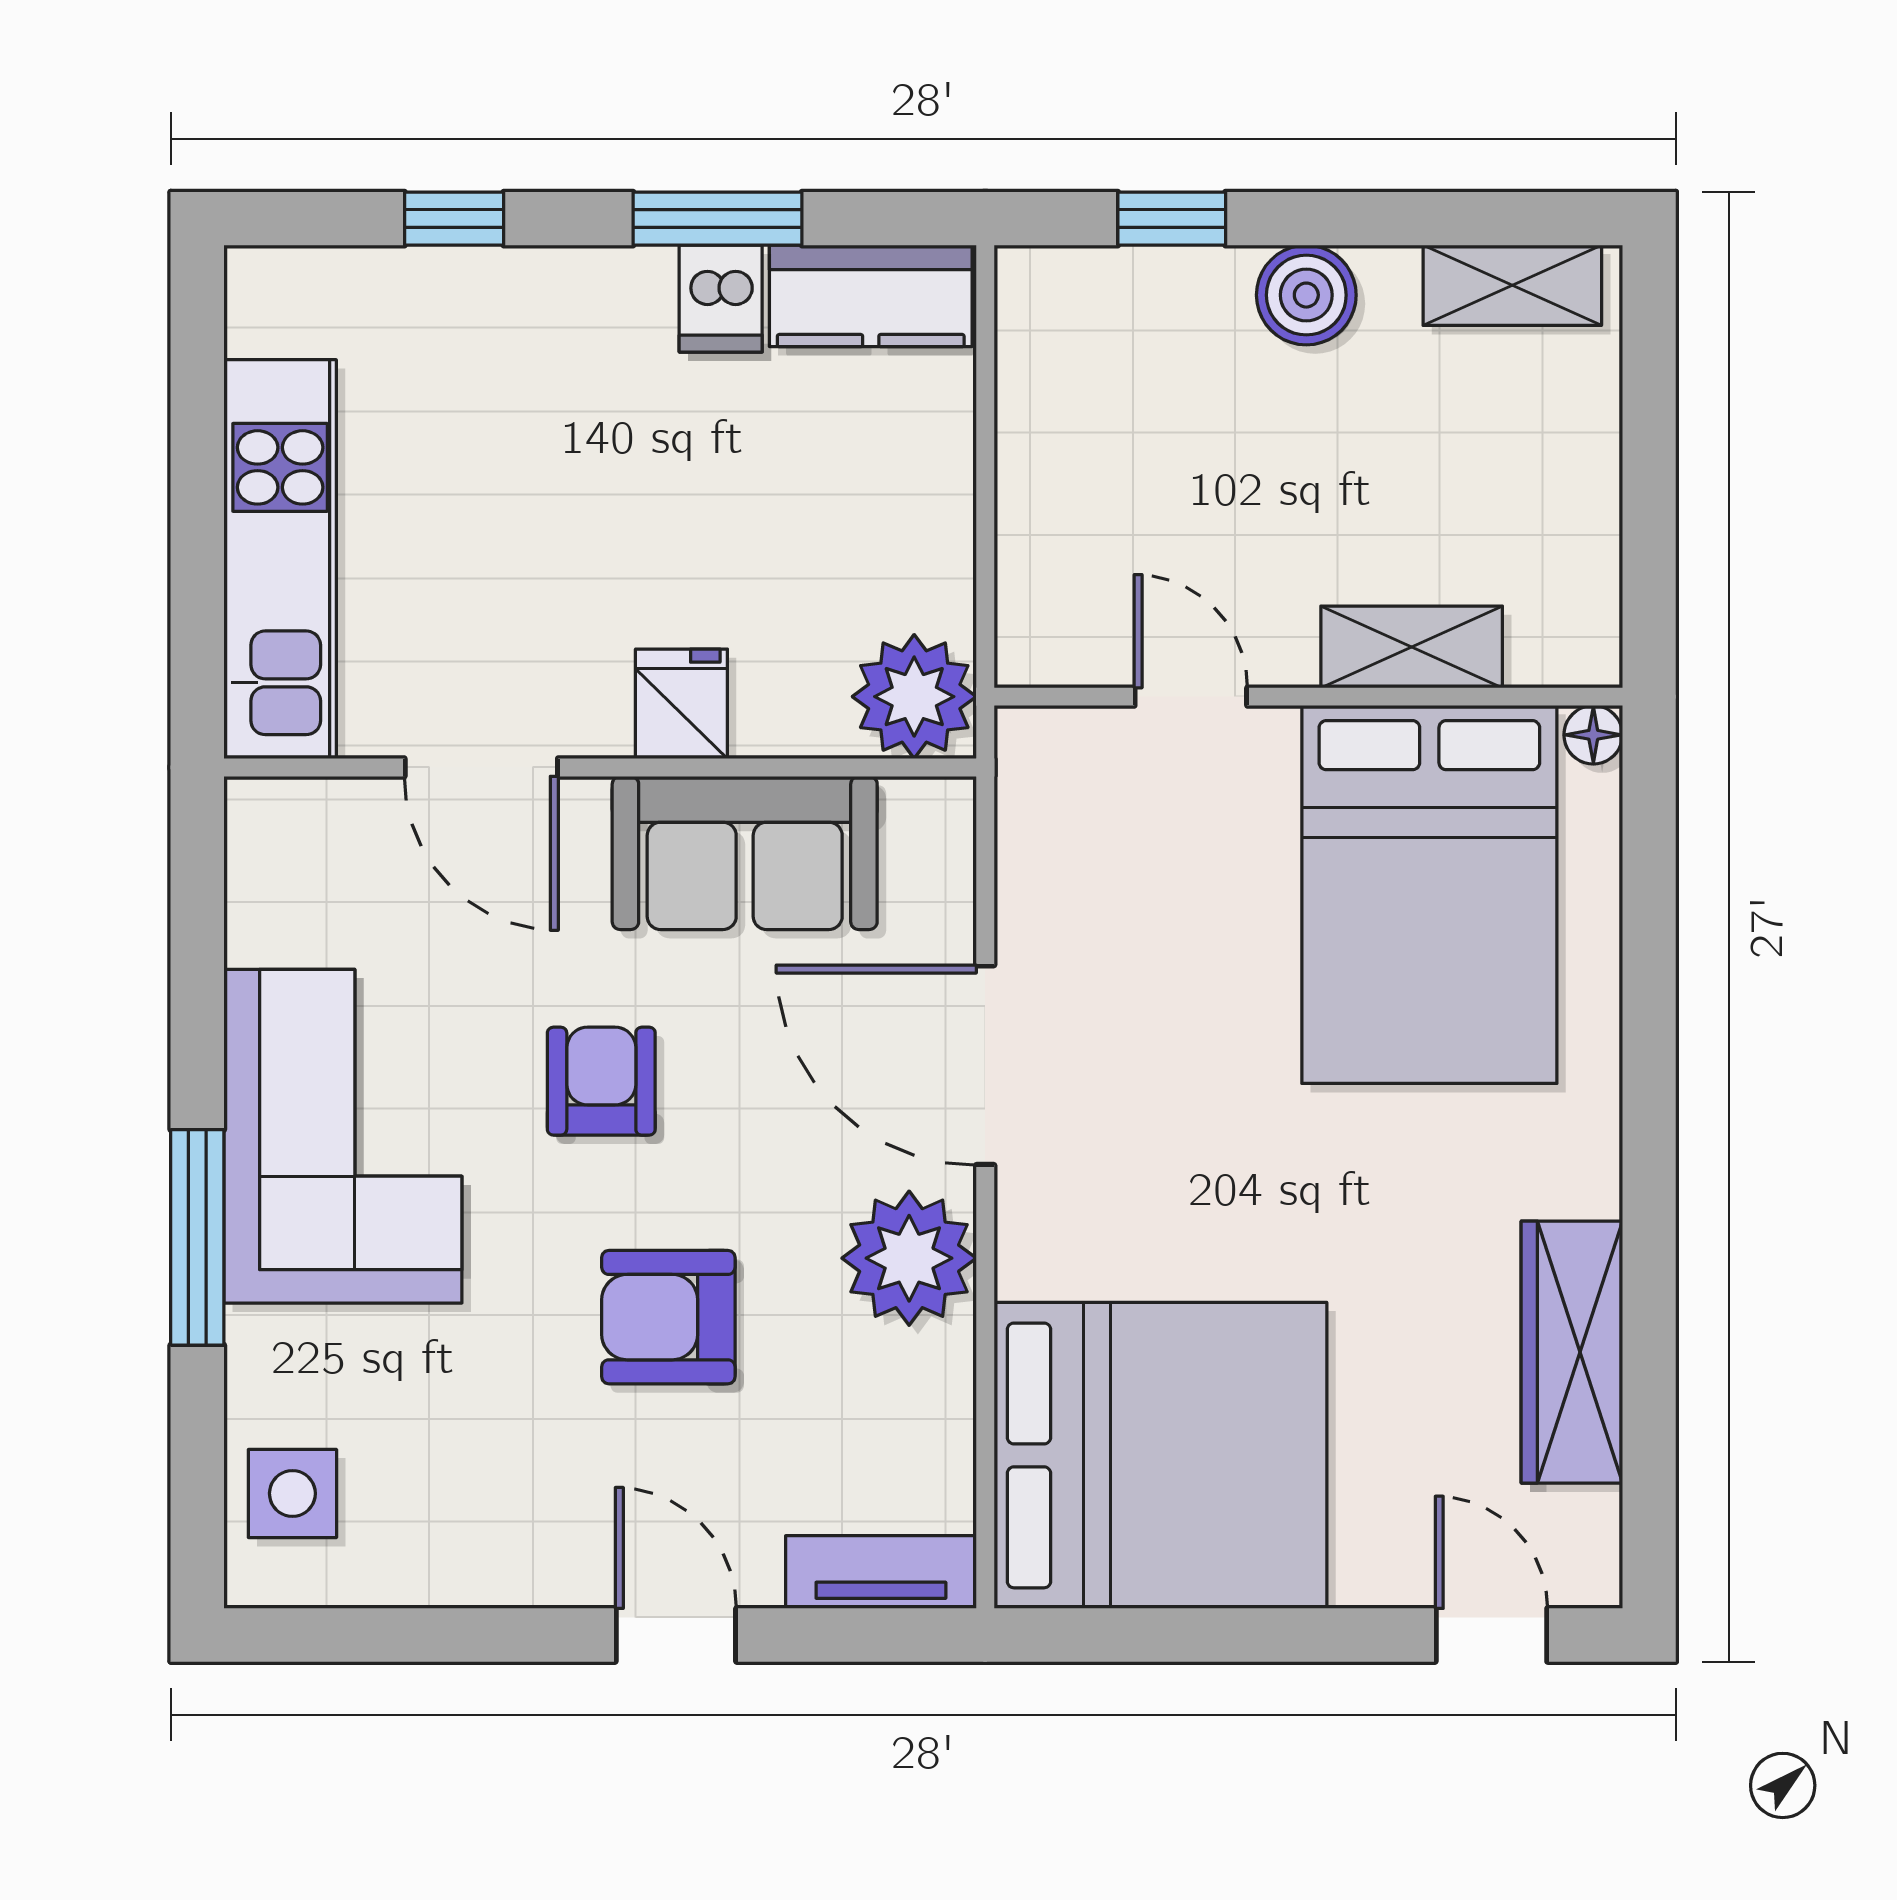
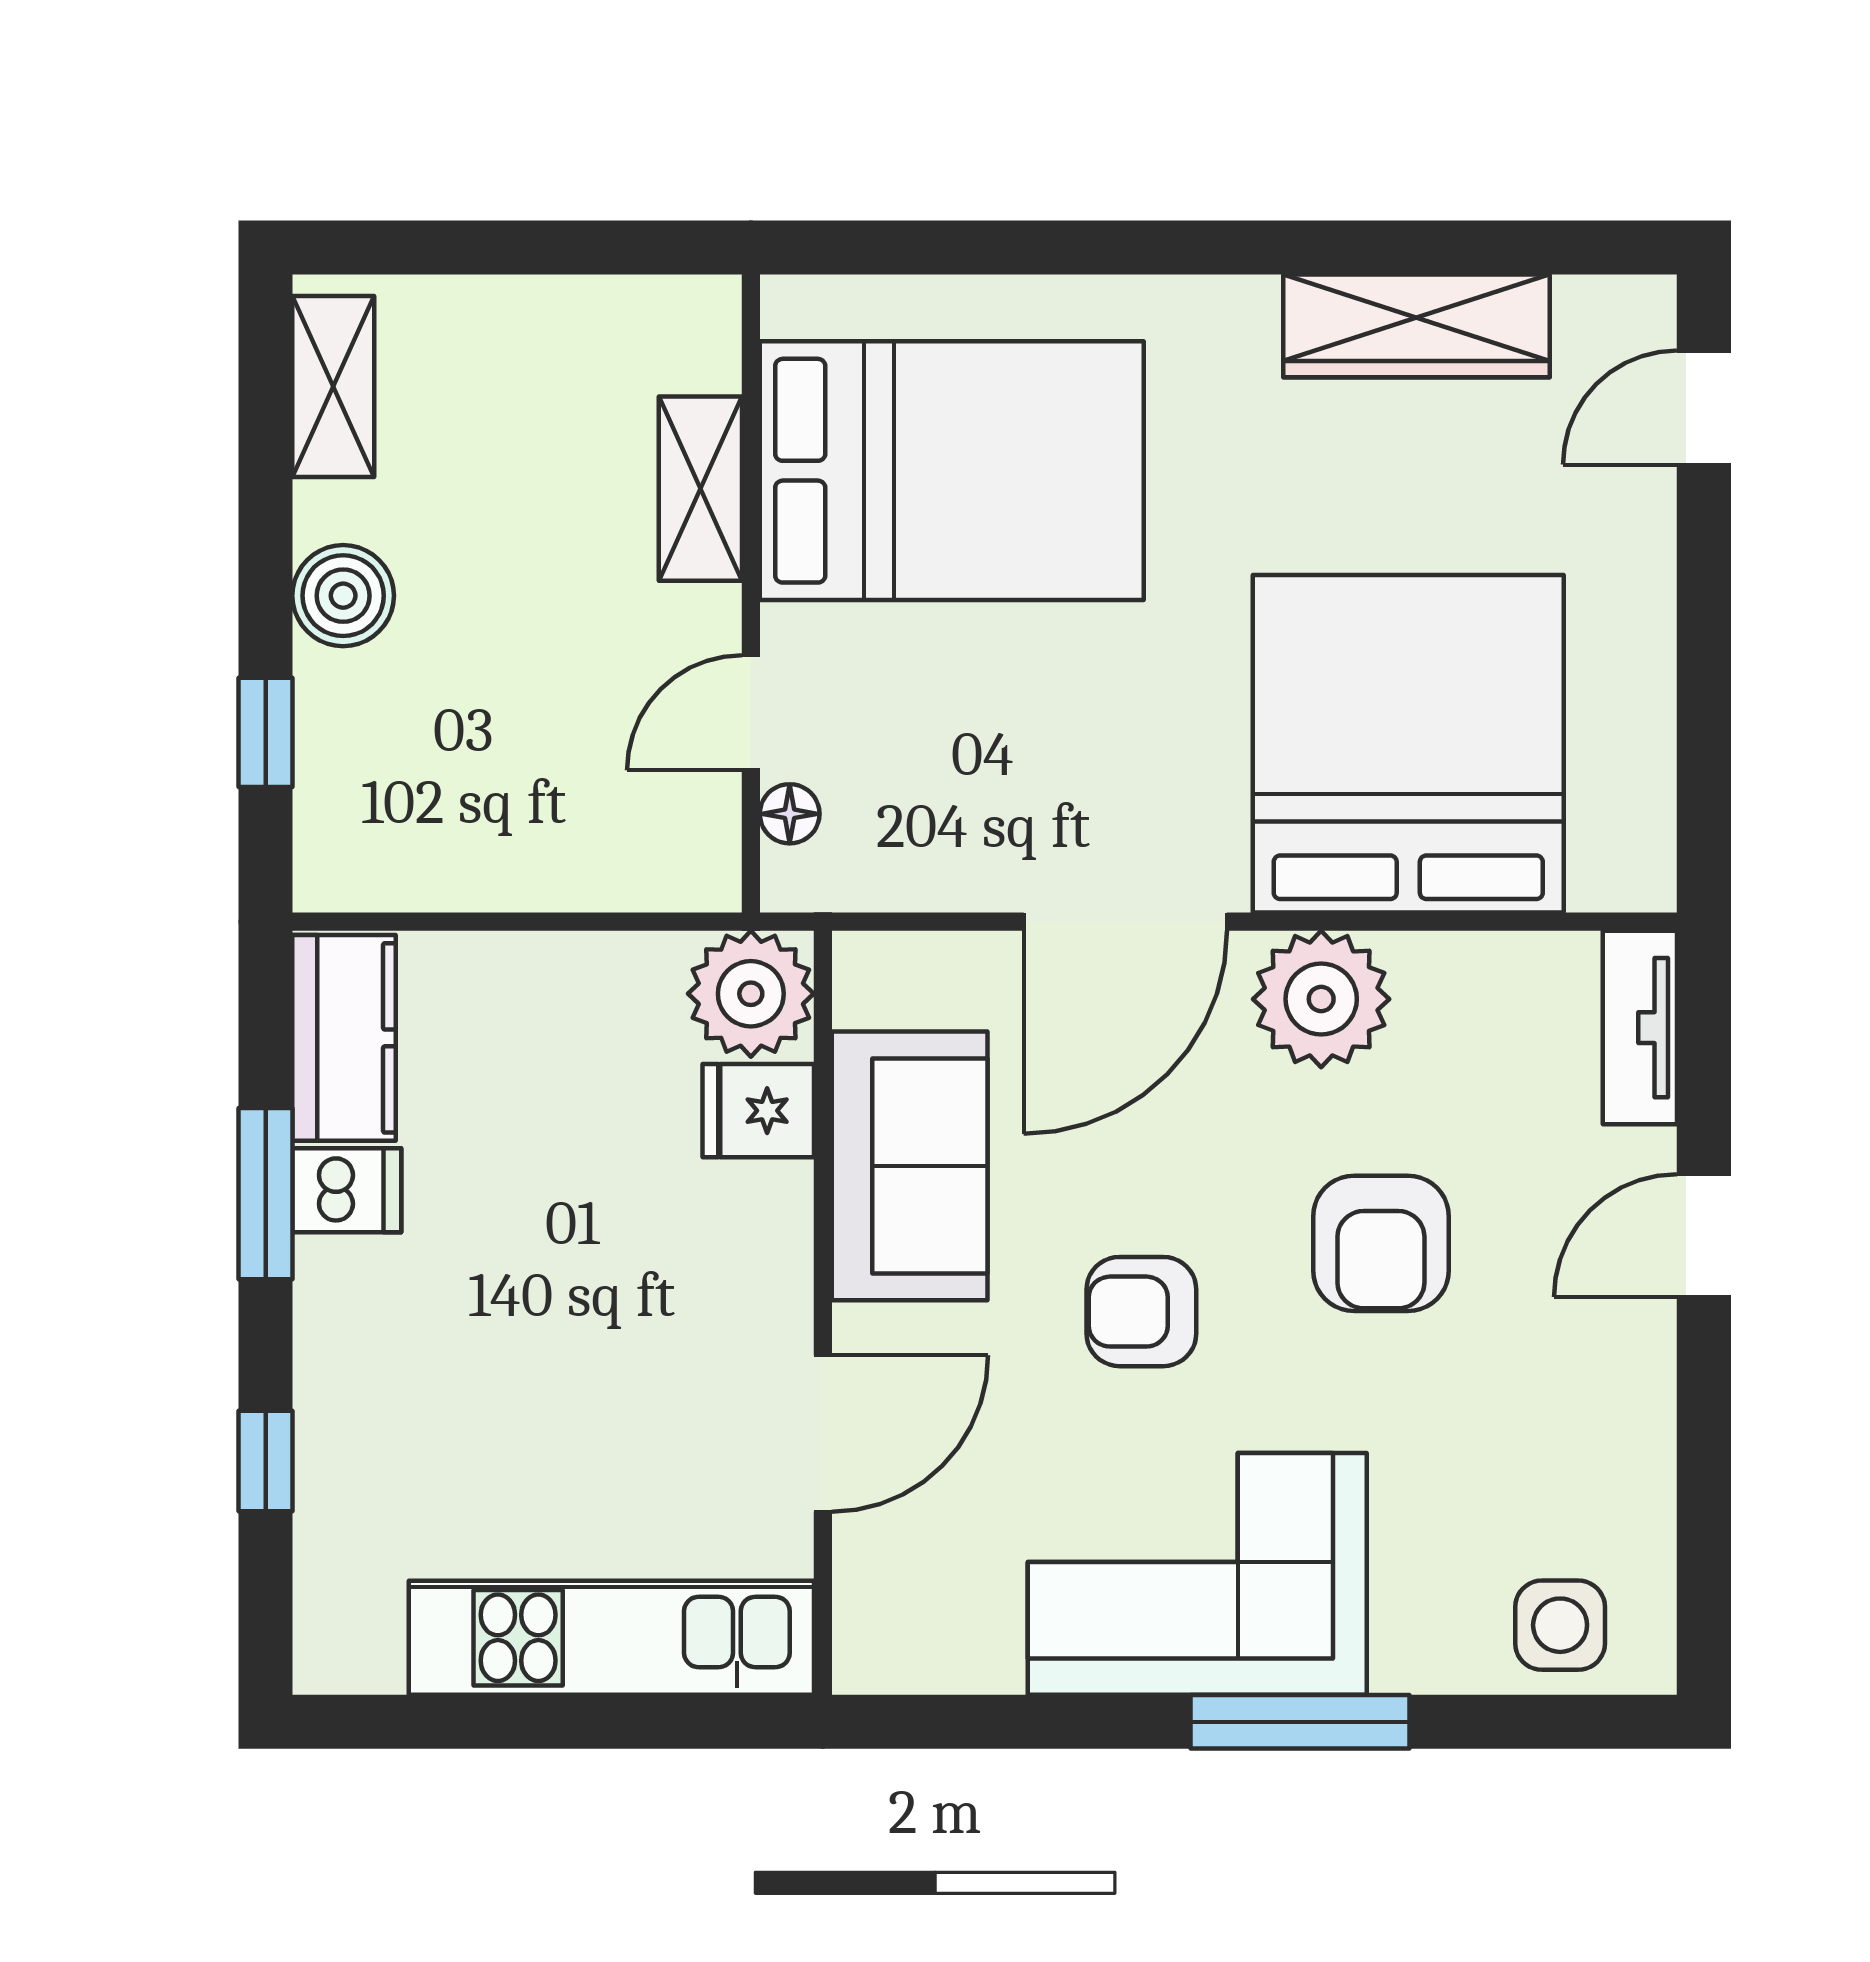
fridge: (681, 704) -> (758, 1111), moved
floor lamp: (1593, 735) -> (790, 814), moved
bed: (1160, 1455) -> (1408, 744), moved

